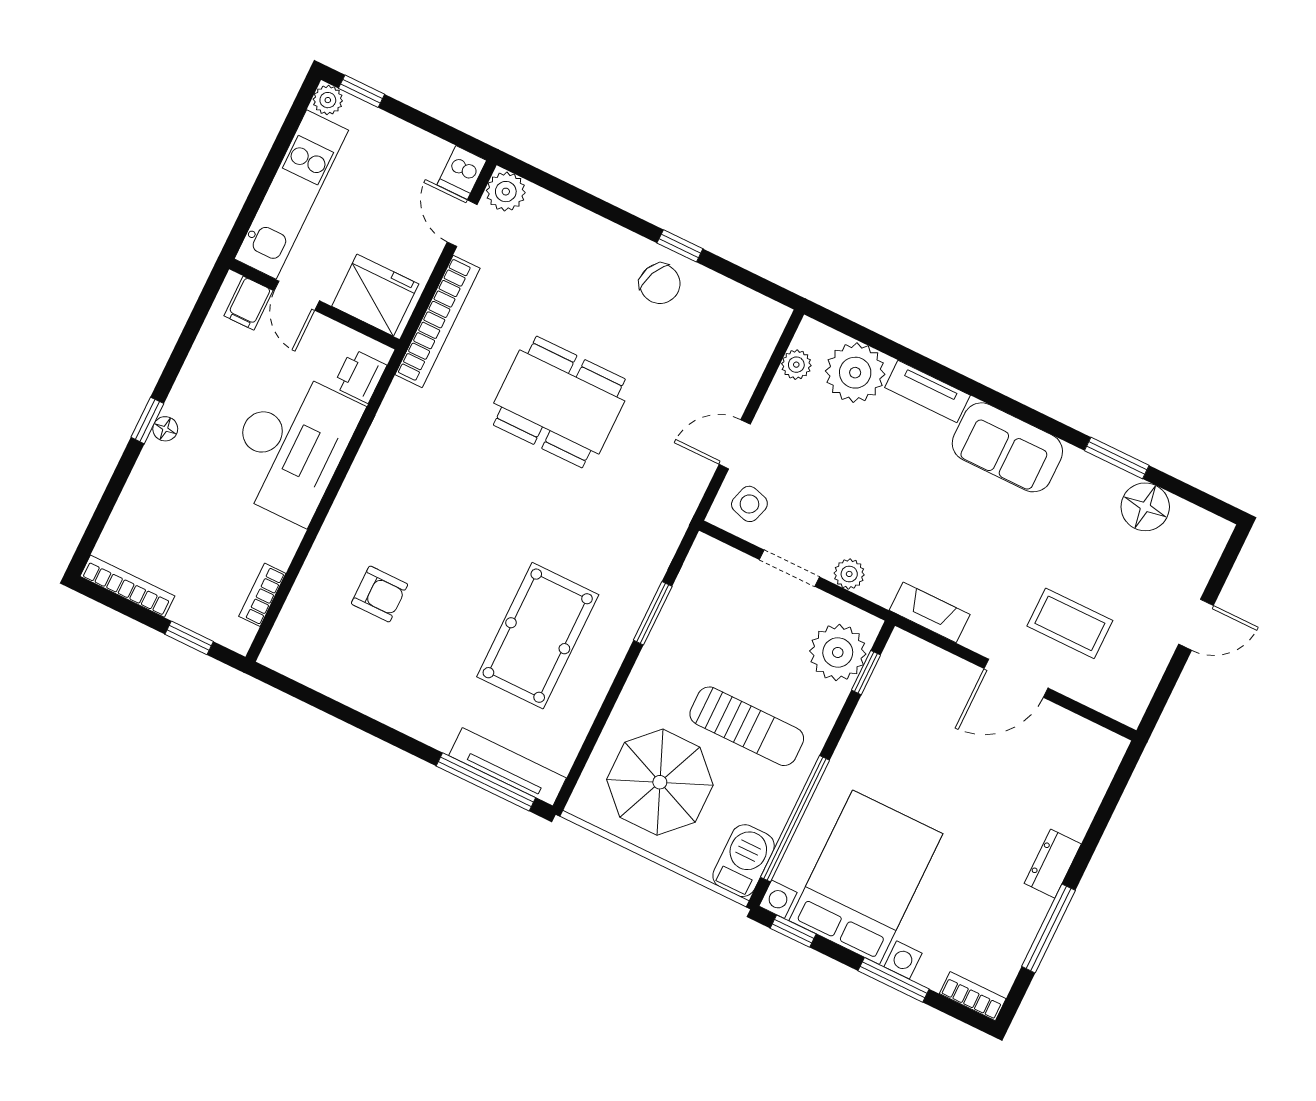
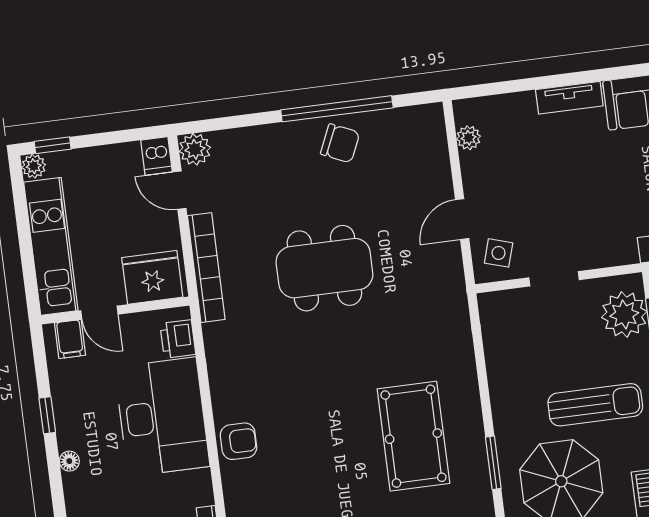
window: (680, 246) -> (337, 109), width x3.17
plant: (855, 373) -> (512, 117), removed
window: (147, 420) -> (47, 415), moved
plant: (849, 574) -> (597, 256), removed
armchair: (380, 594) -> (239, 441), moved
window: (653, 613) -> (493, 463), moved

